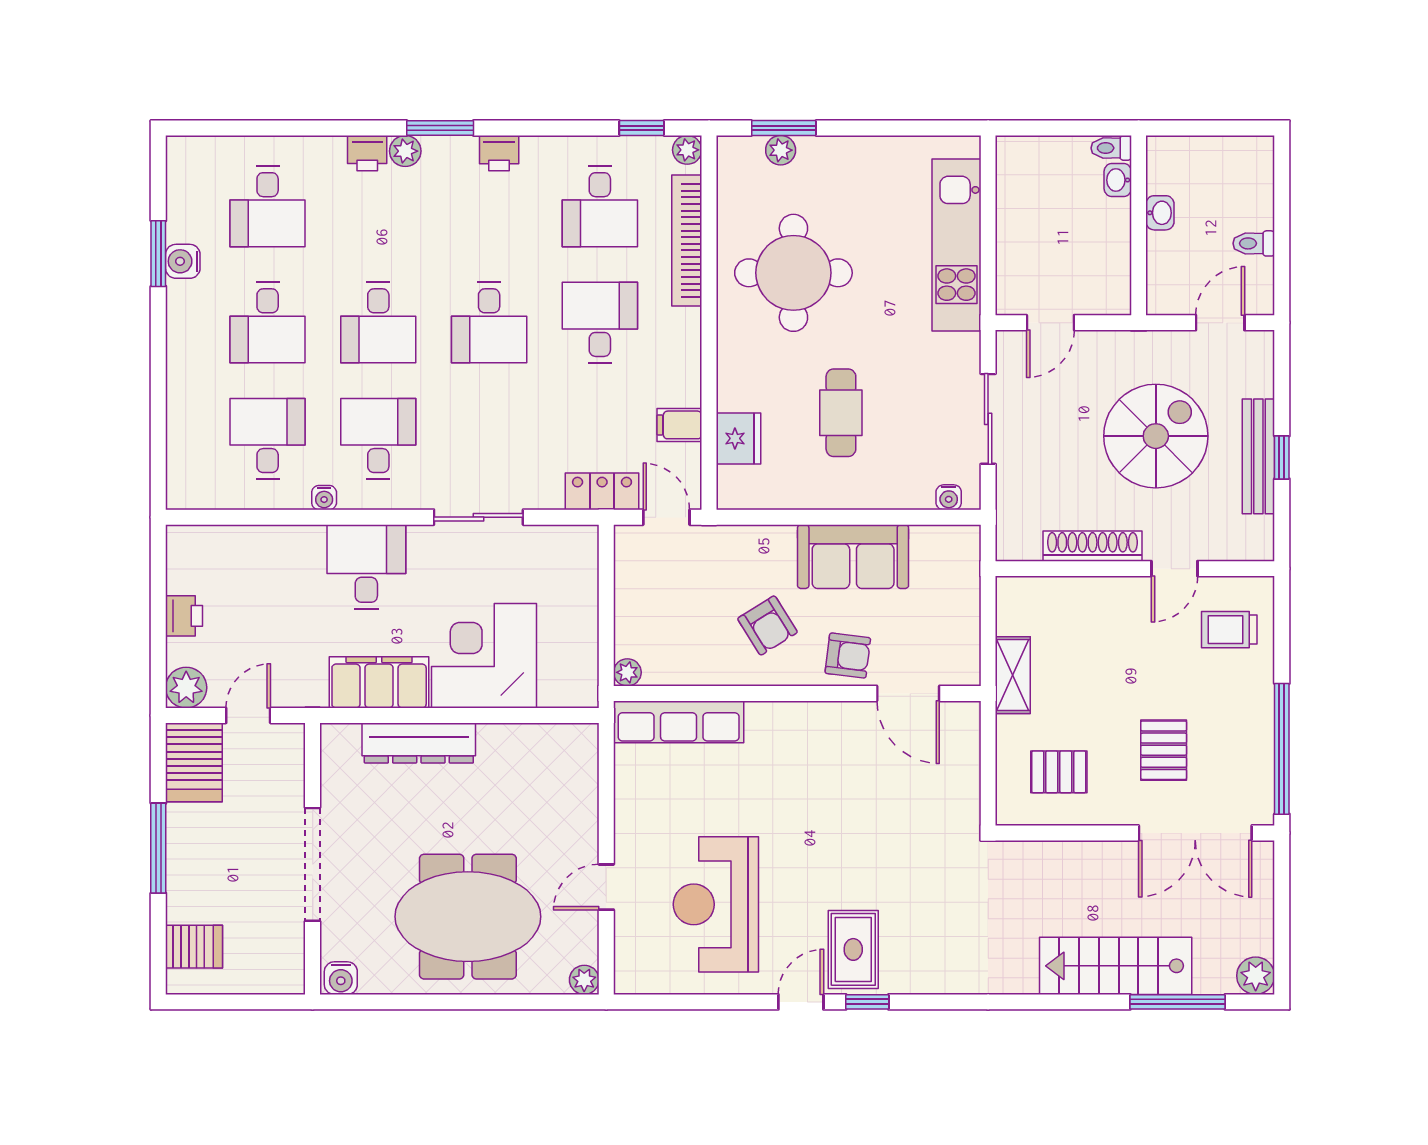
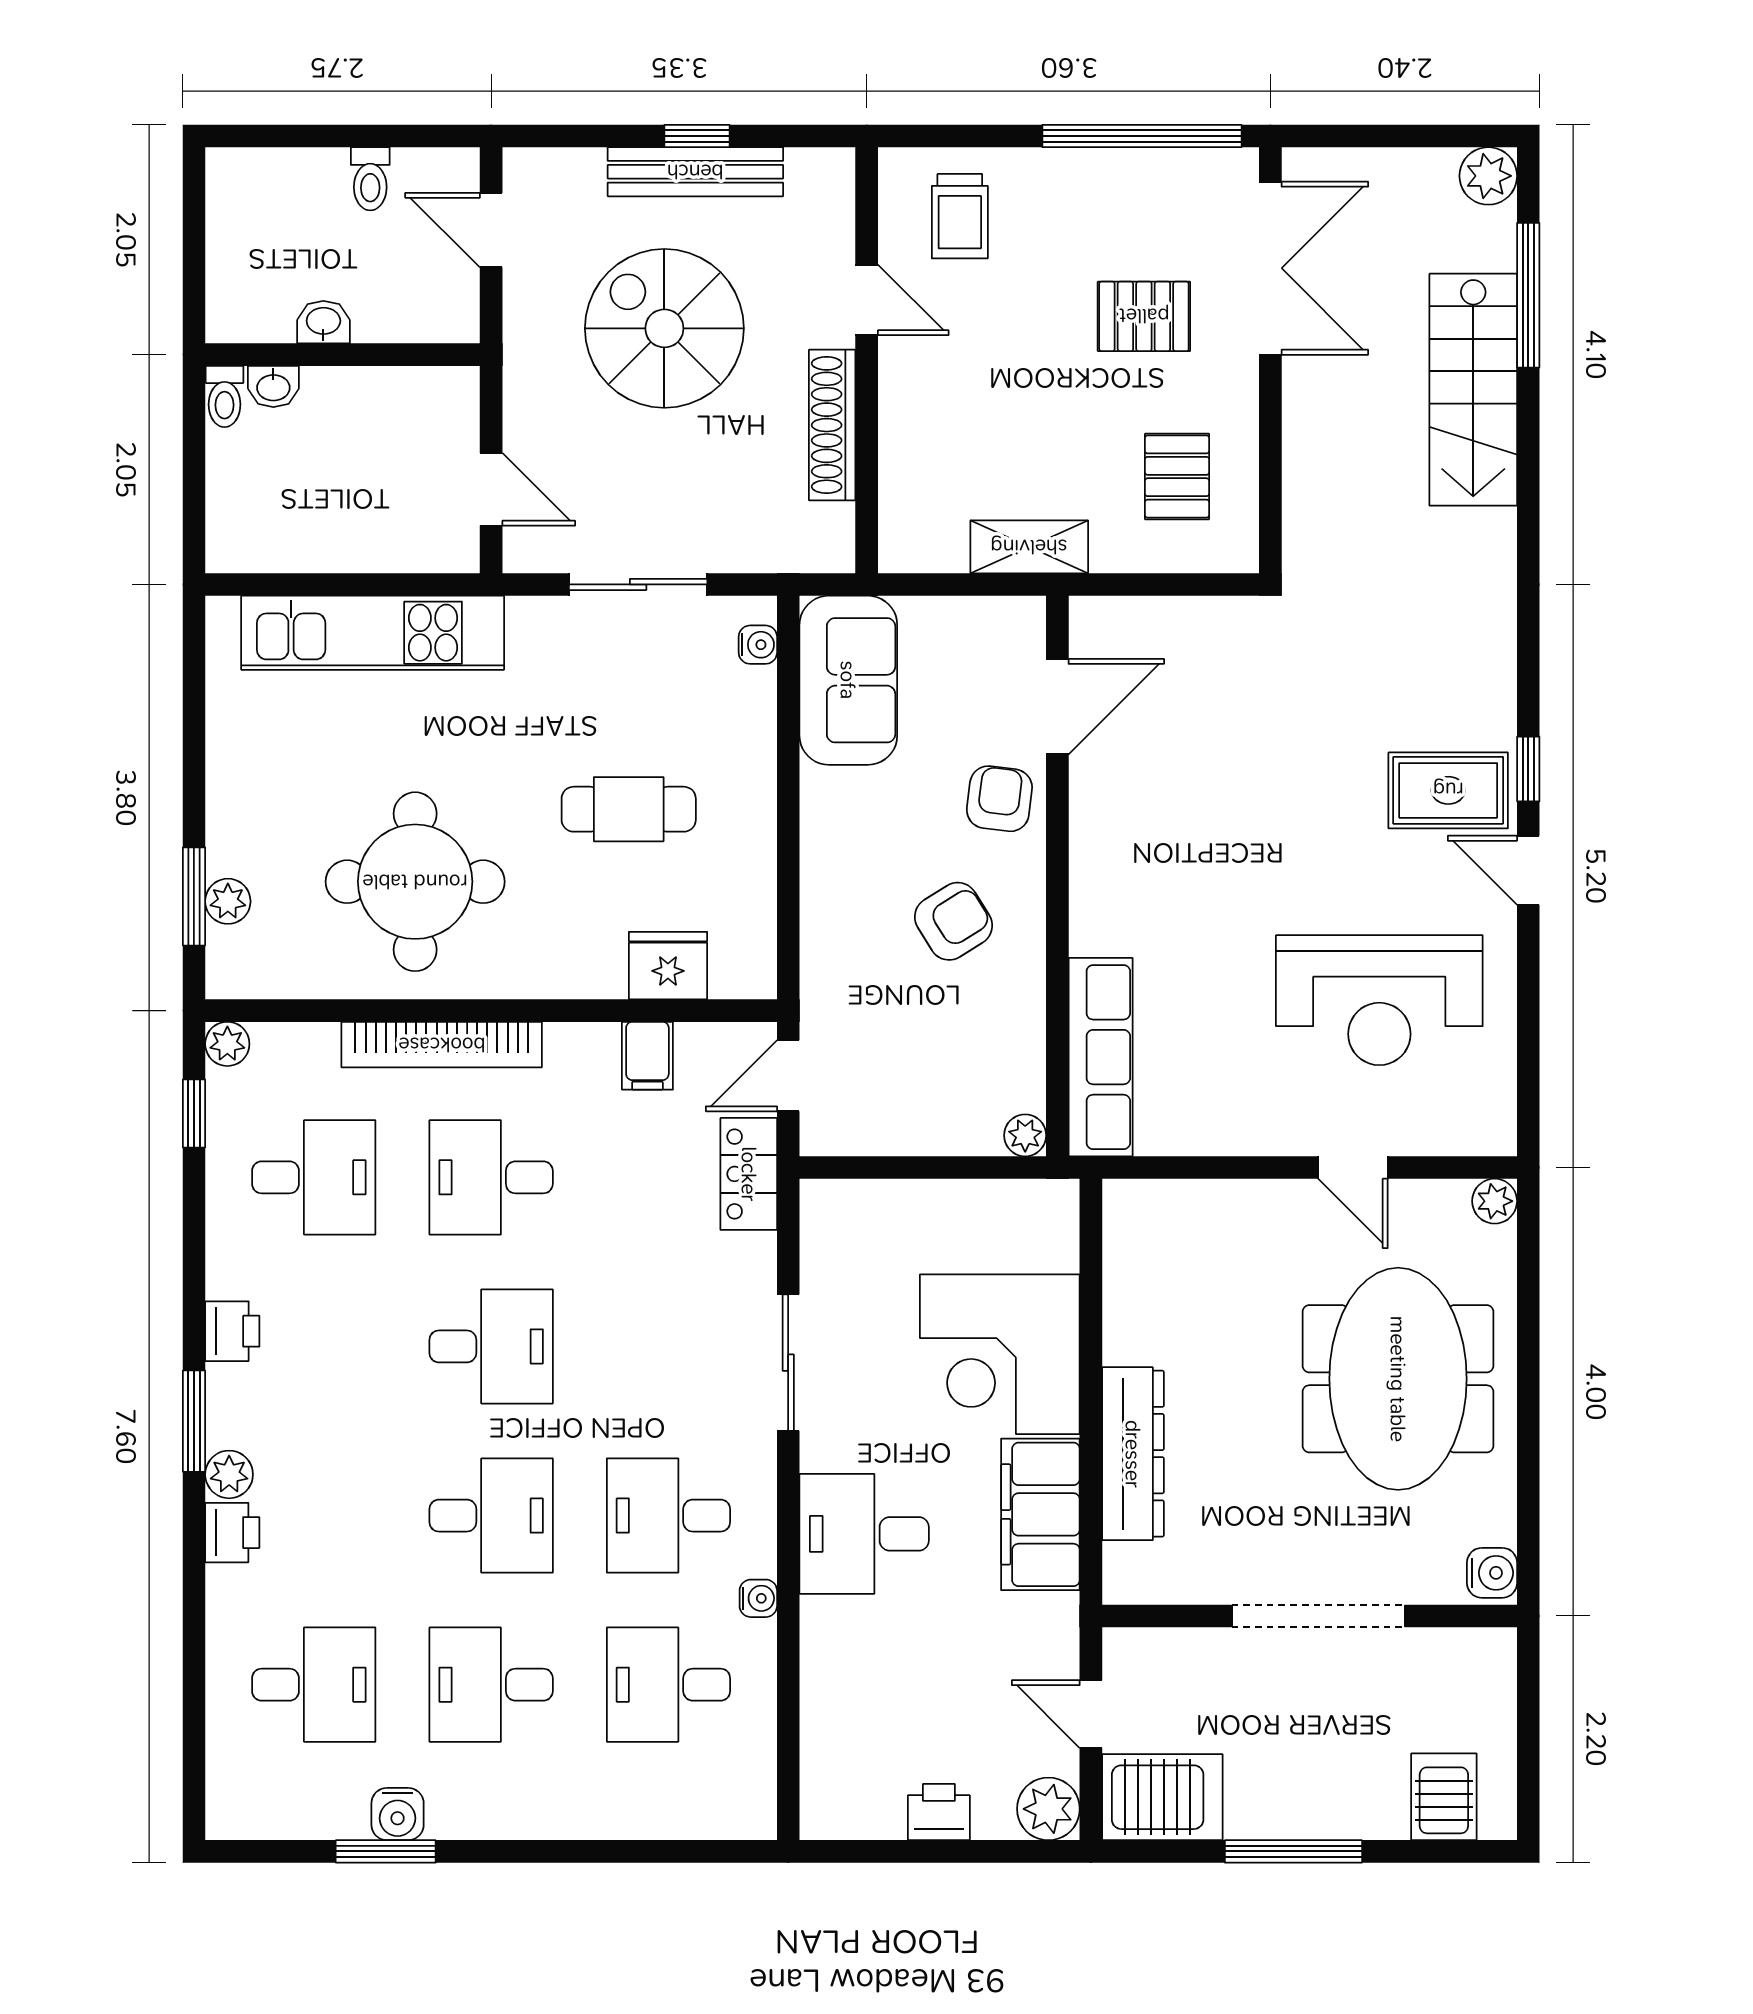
bookcase: (687, 240) -> (442, 1045), moved
desk: (268, 323) -> (491, 1685), turned 180
sofa: (853, 557) -> (848, 680), moved

